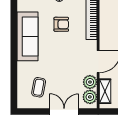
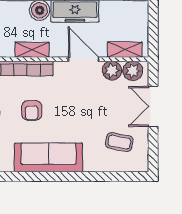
armchair: (61, 24) -> (32, 110), turned 180
shelving: (105, 24) -> (32, 50), added

